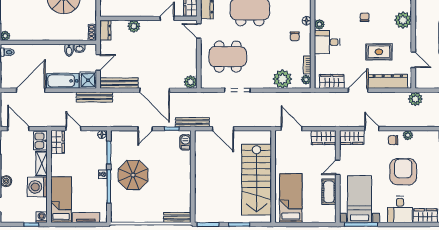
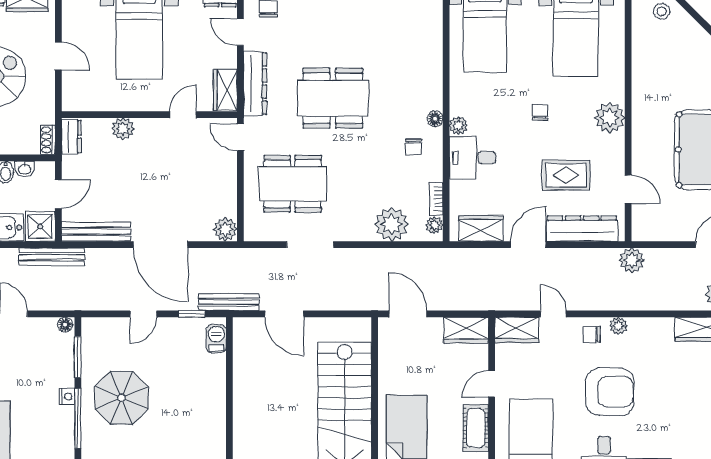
armchair: (403, 172) -> (610, 392), turned 90

